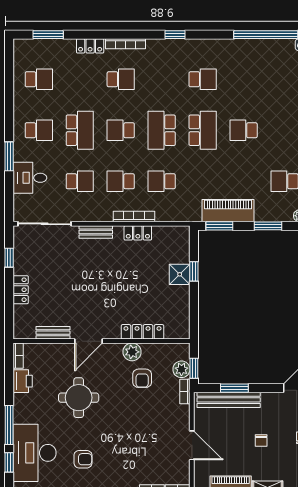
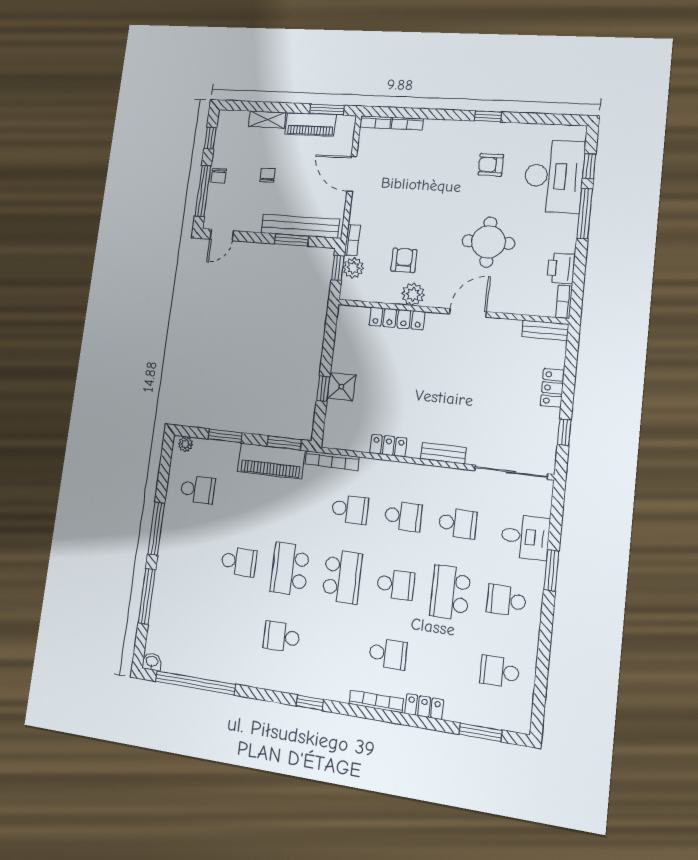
school desk: (121, 79) -> (388, 654), turned 180
school desk: (80, 181) -> (458, 523), turned 180
bookcase: (134, 217) -> (332, 461), moved
bench: (53, 333) -> (545, 330), moved

